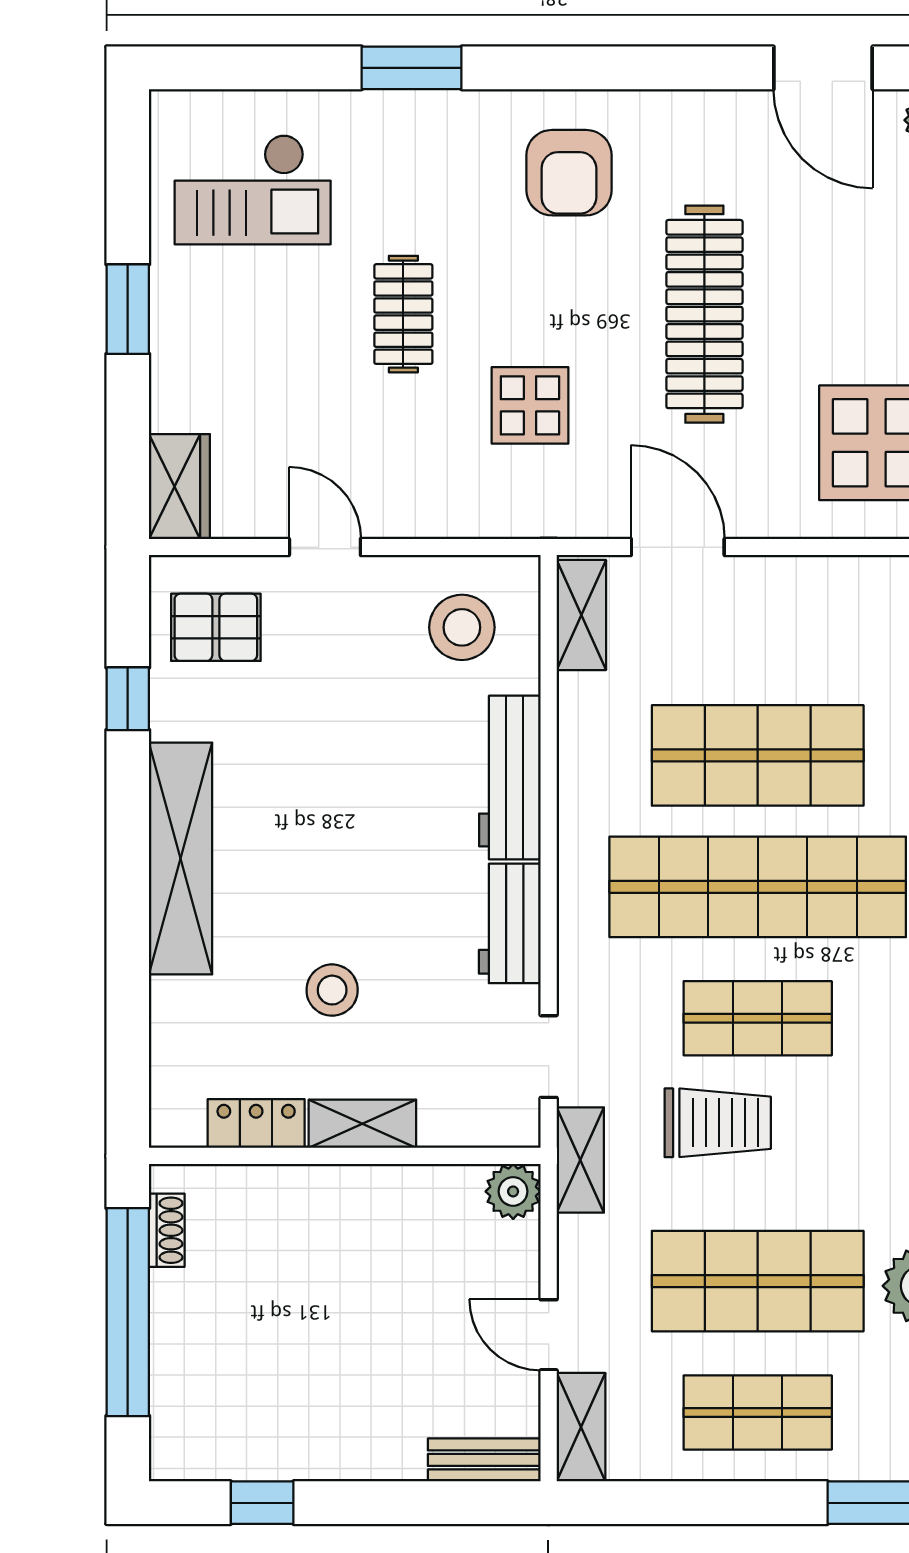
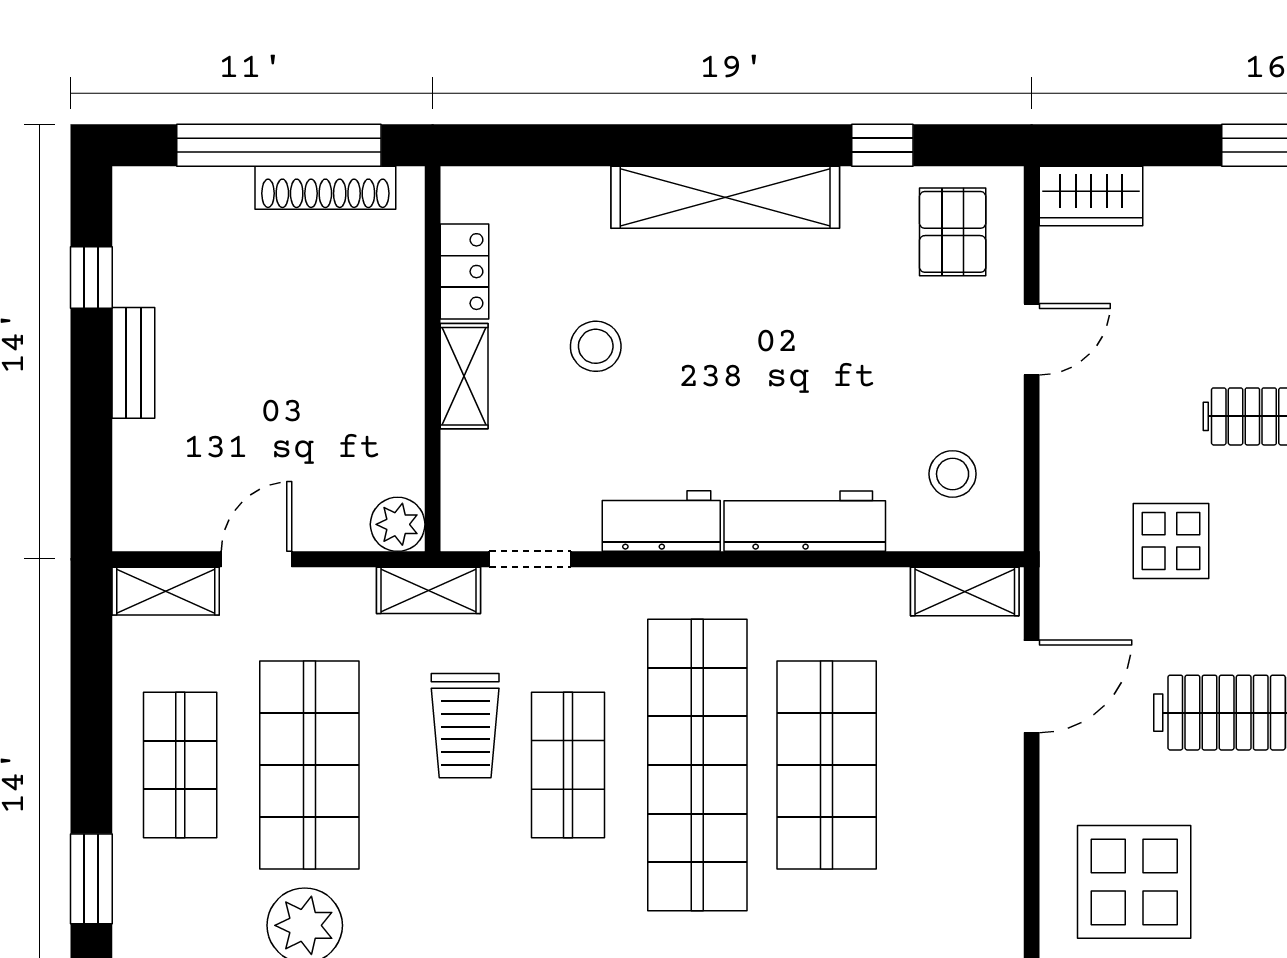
stool: (462, 627) -> (953, 474), width x0.73, depth x0.73
shoe rack: (167, 1230) -> (325, 188), width x1.94, depth x1.24
bench: (484, 1460) -> (133, 363), moved

